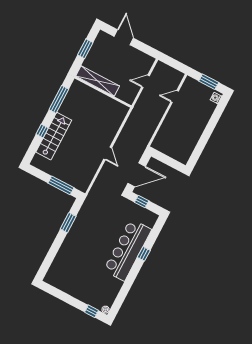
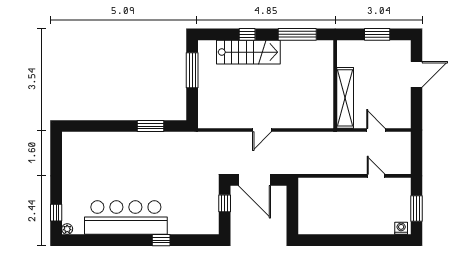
shelving: (98, 81) -> (345, 98), moved
window: (61, 185) -> (192, 70), moved
bar counter: (128, 250) -> (126, 217), moved

